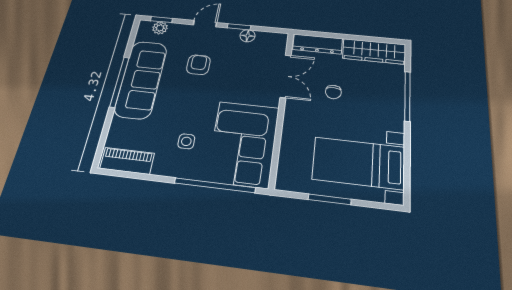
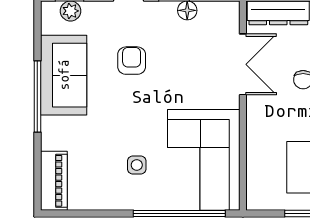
sofa: (141, 79) -> (64, 75), width x0.73
piano: (127, 161) -> (54, 181), moved, turned 90

